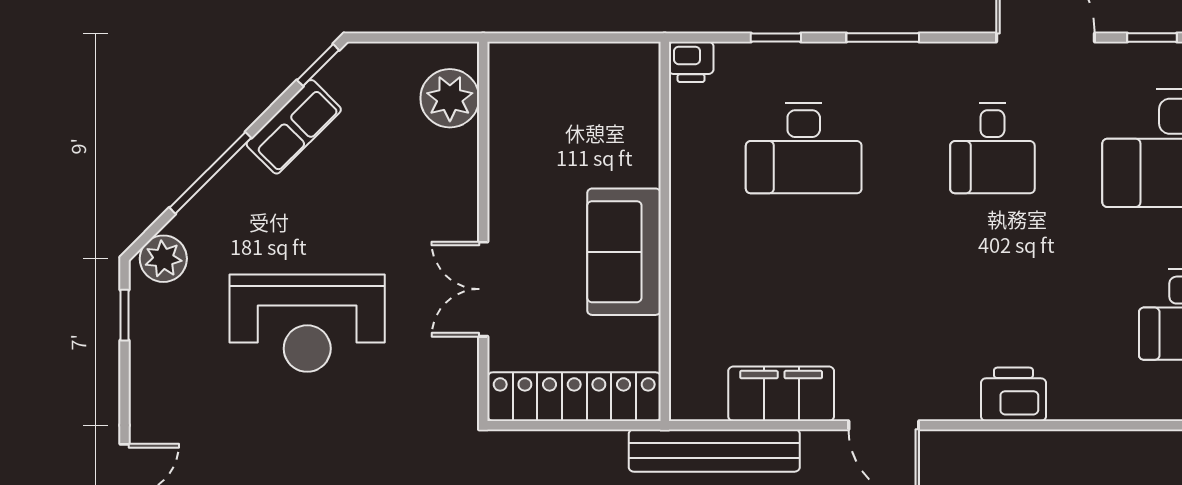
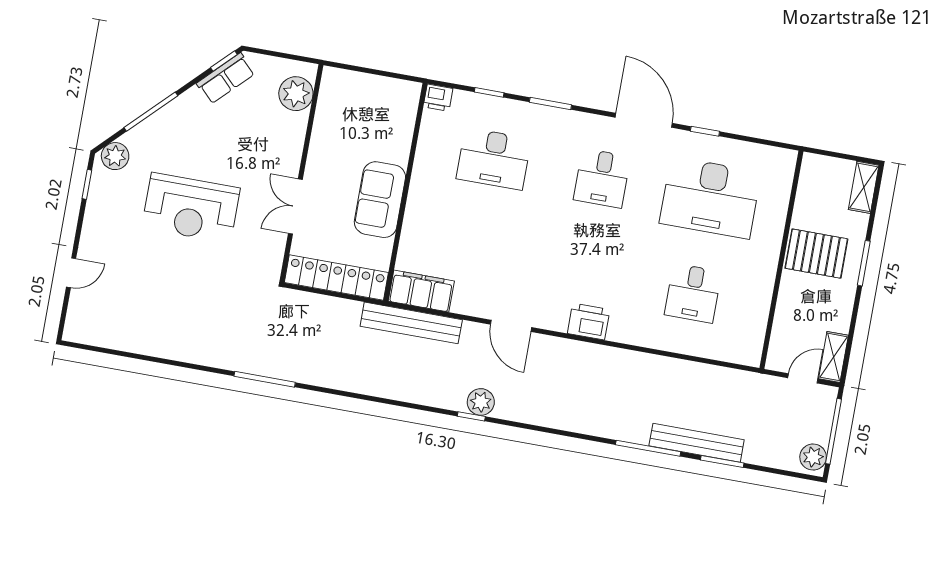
row of seats: (294, 127) -> (226, 78), moved
filing cabinet: (781, 394) -> (421, 291), moved

